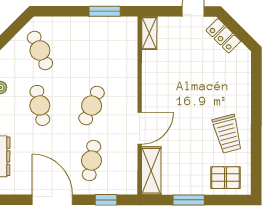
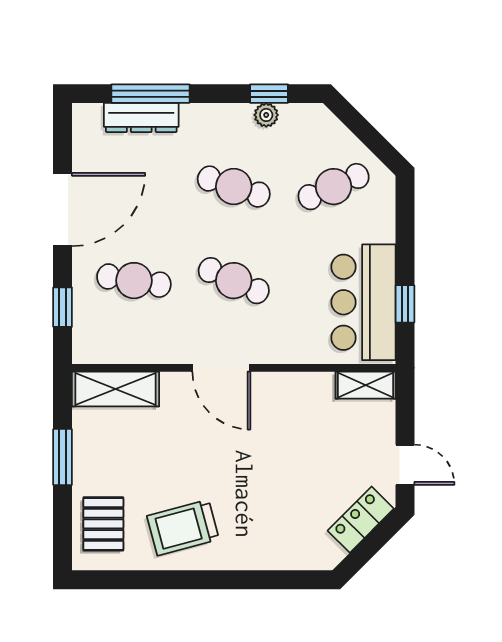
window: (105, 11) -> (405, 304), width x0.67
bar counter: (104, 34) -> (363, 302), added
cafe table: (40, 105) -> (234, 187), turned 30
door: (140, 128) -> (221, 368), moved

